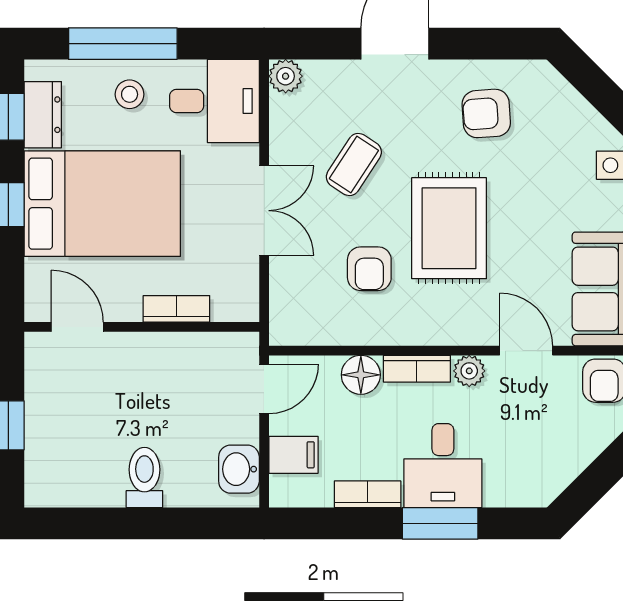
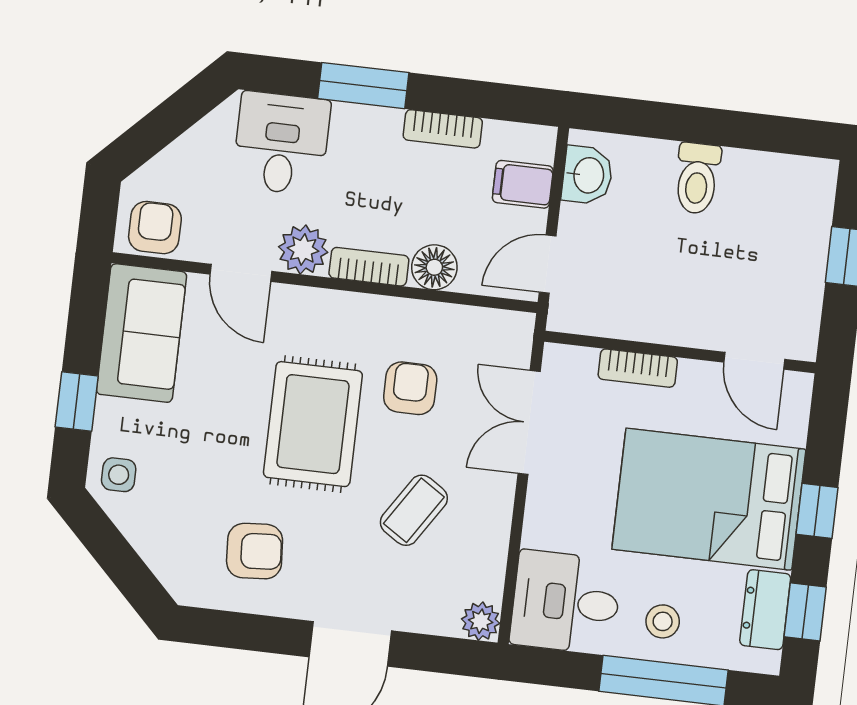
double door: (264, 211) -> (529, 423), moved
plant: (469, 371) -> (303, 250), width x1.38, depth x1.38
desk: (443, 466) -> (281, 143), moved

